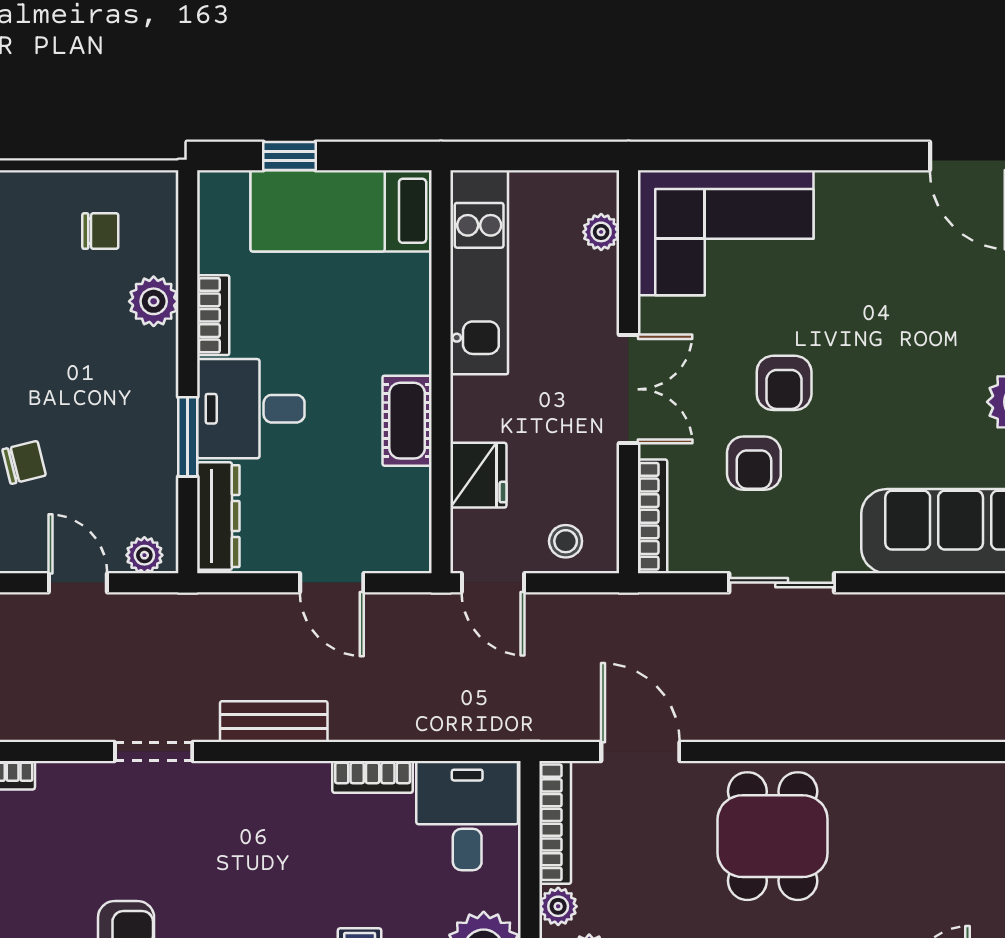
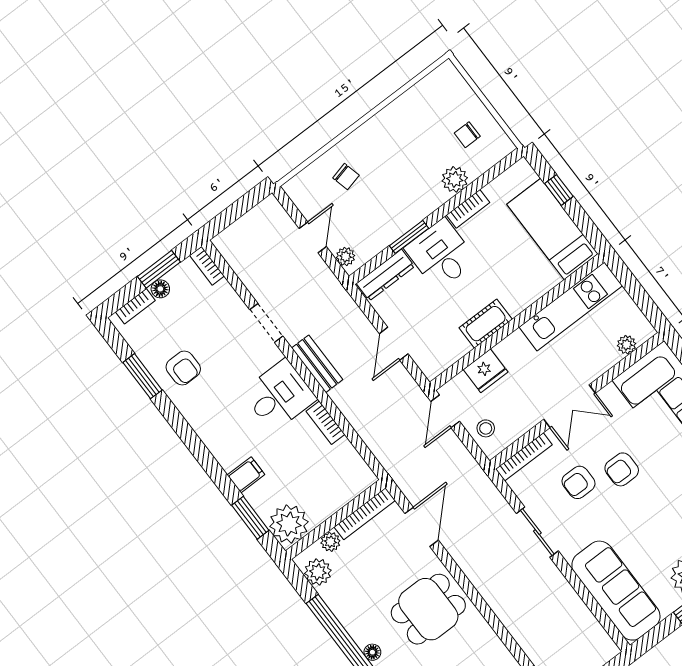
chair: (100, 231) -> (467, 135), turned 90
desk: (467, 816) -> (279, 395), moved

